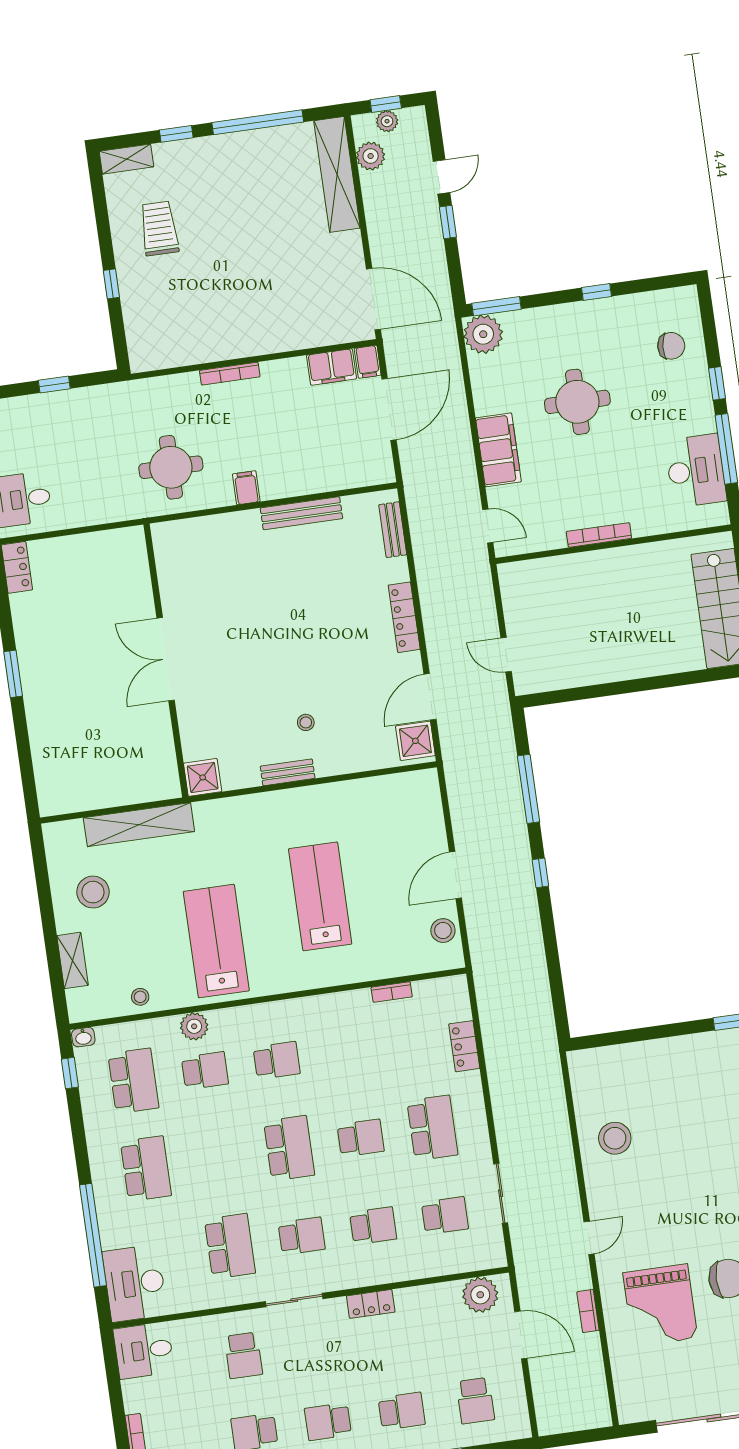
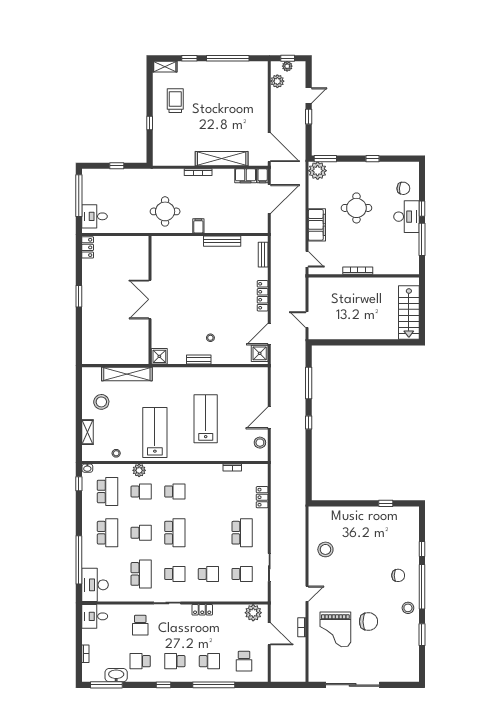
shelving: (337, 174) -> (222, 159), moved, turned 90
desk: (696, 471) -> (406, 217), moved
school desk: (361, 1138) -> (141, 533), moved

